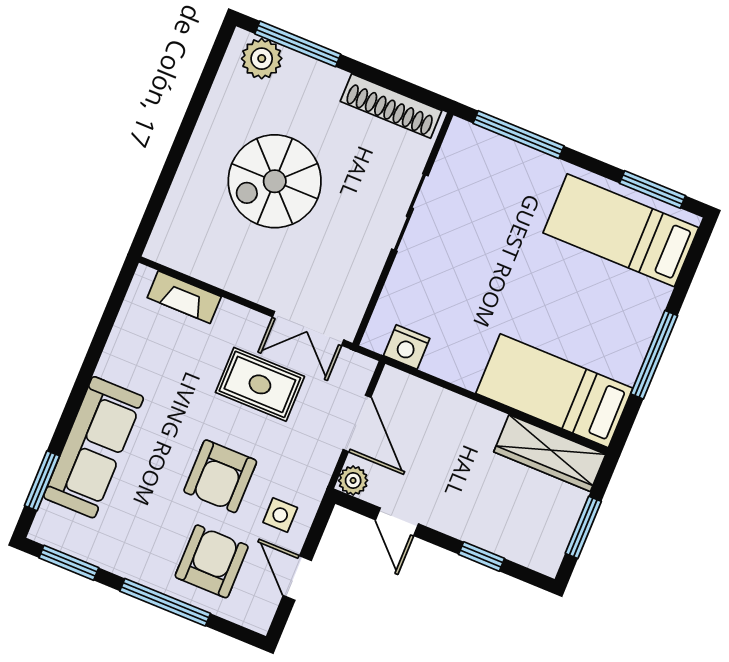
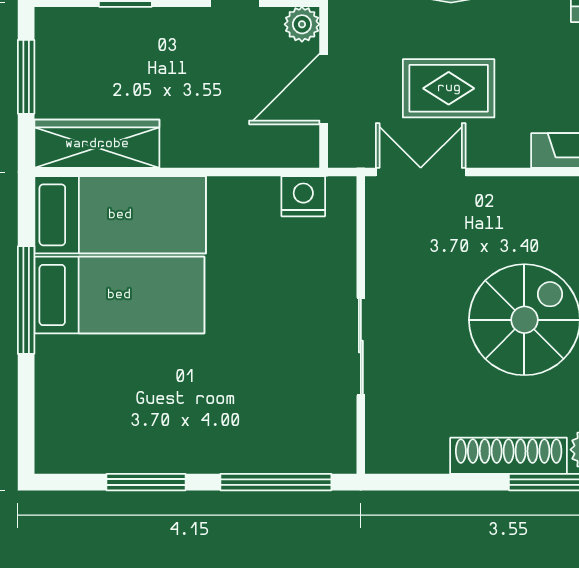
shoe rack: (391, 106) -> (509, 456), moved
window: (653, 189) -> (146, 482), moved
bed: (621, 230) -> (119, 295), moved
door: (357, 423) -> (324, 89), hinge flipped

